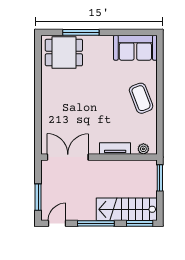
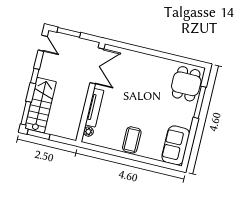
coffee table: (141, 98) -> (132, 140), turned -69
tv unit: (115, 148) -> (95, 108), width x1.41
window: (160, 178) -> (39, 134), moved
window: (96, 223) -> (35, 76), width x0.46

